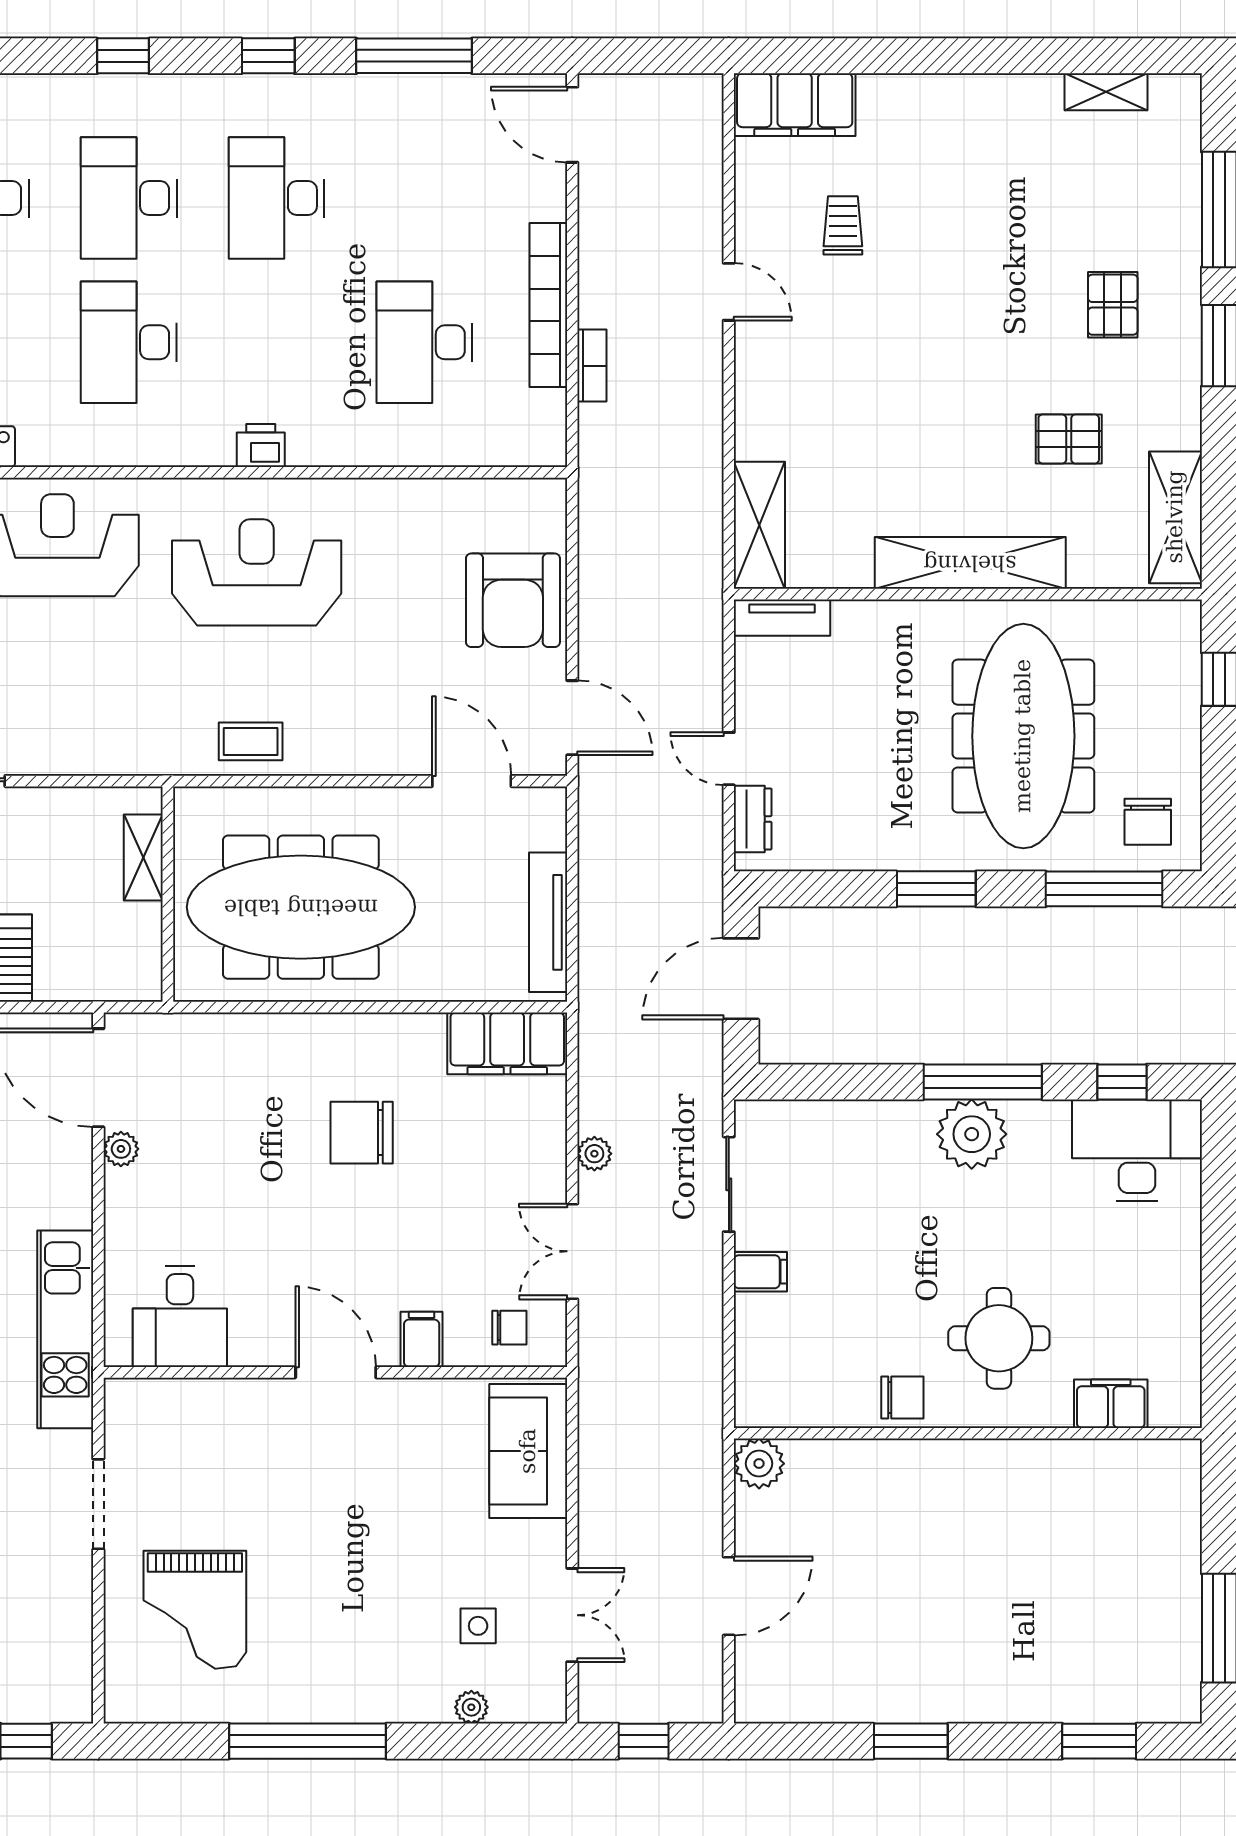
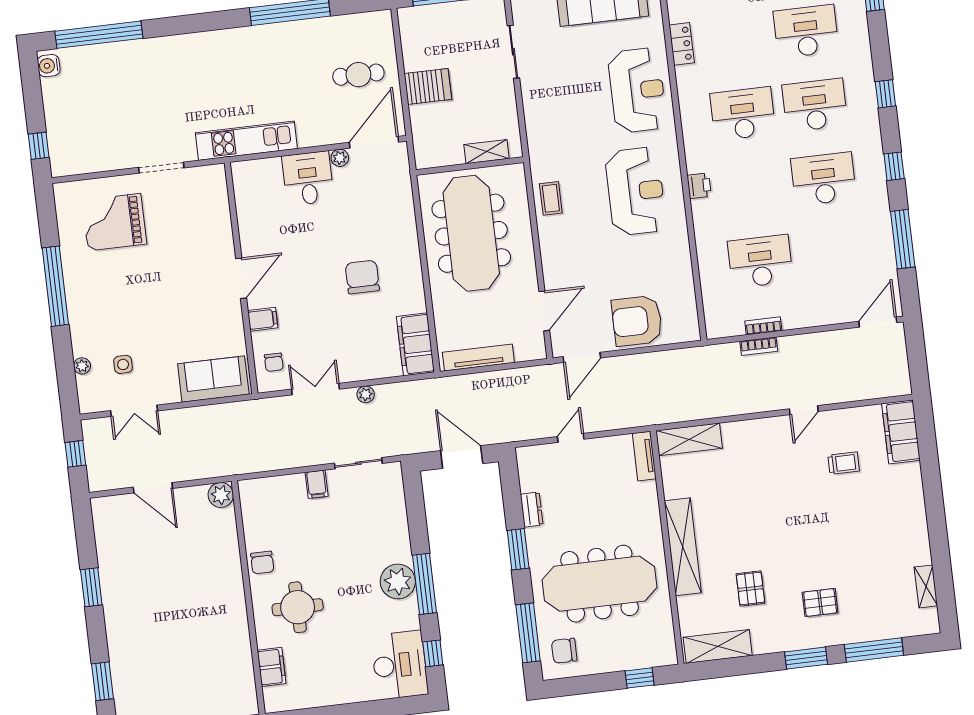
bookcase: (548, 305) -> (763, 326), width x0.43, depth x0.76
dresser: (753, 819) -> (532, 510), moved, turned -90
desk: (180, 1317) -> (308, 178), moved, turned 90

